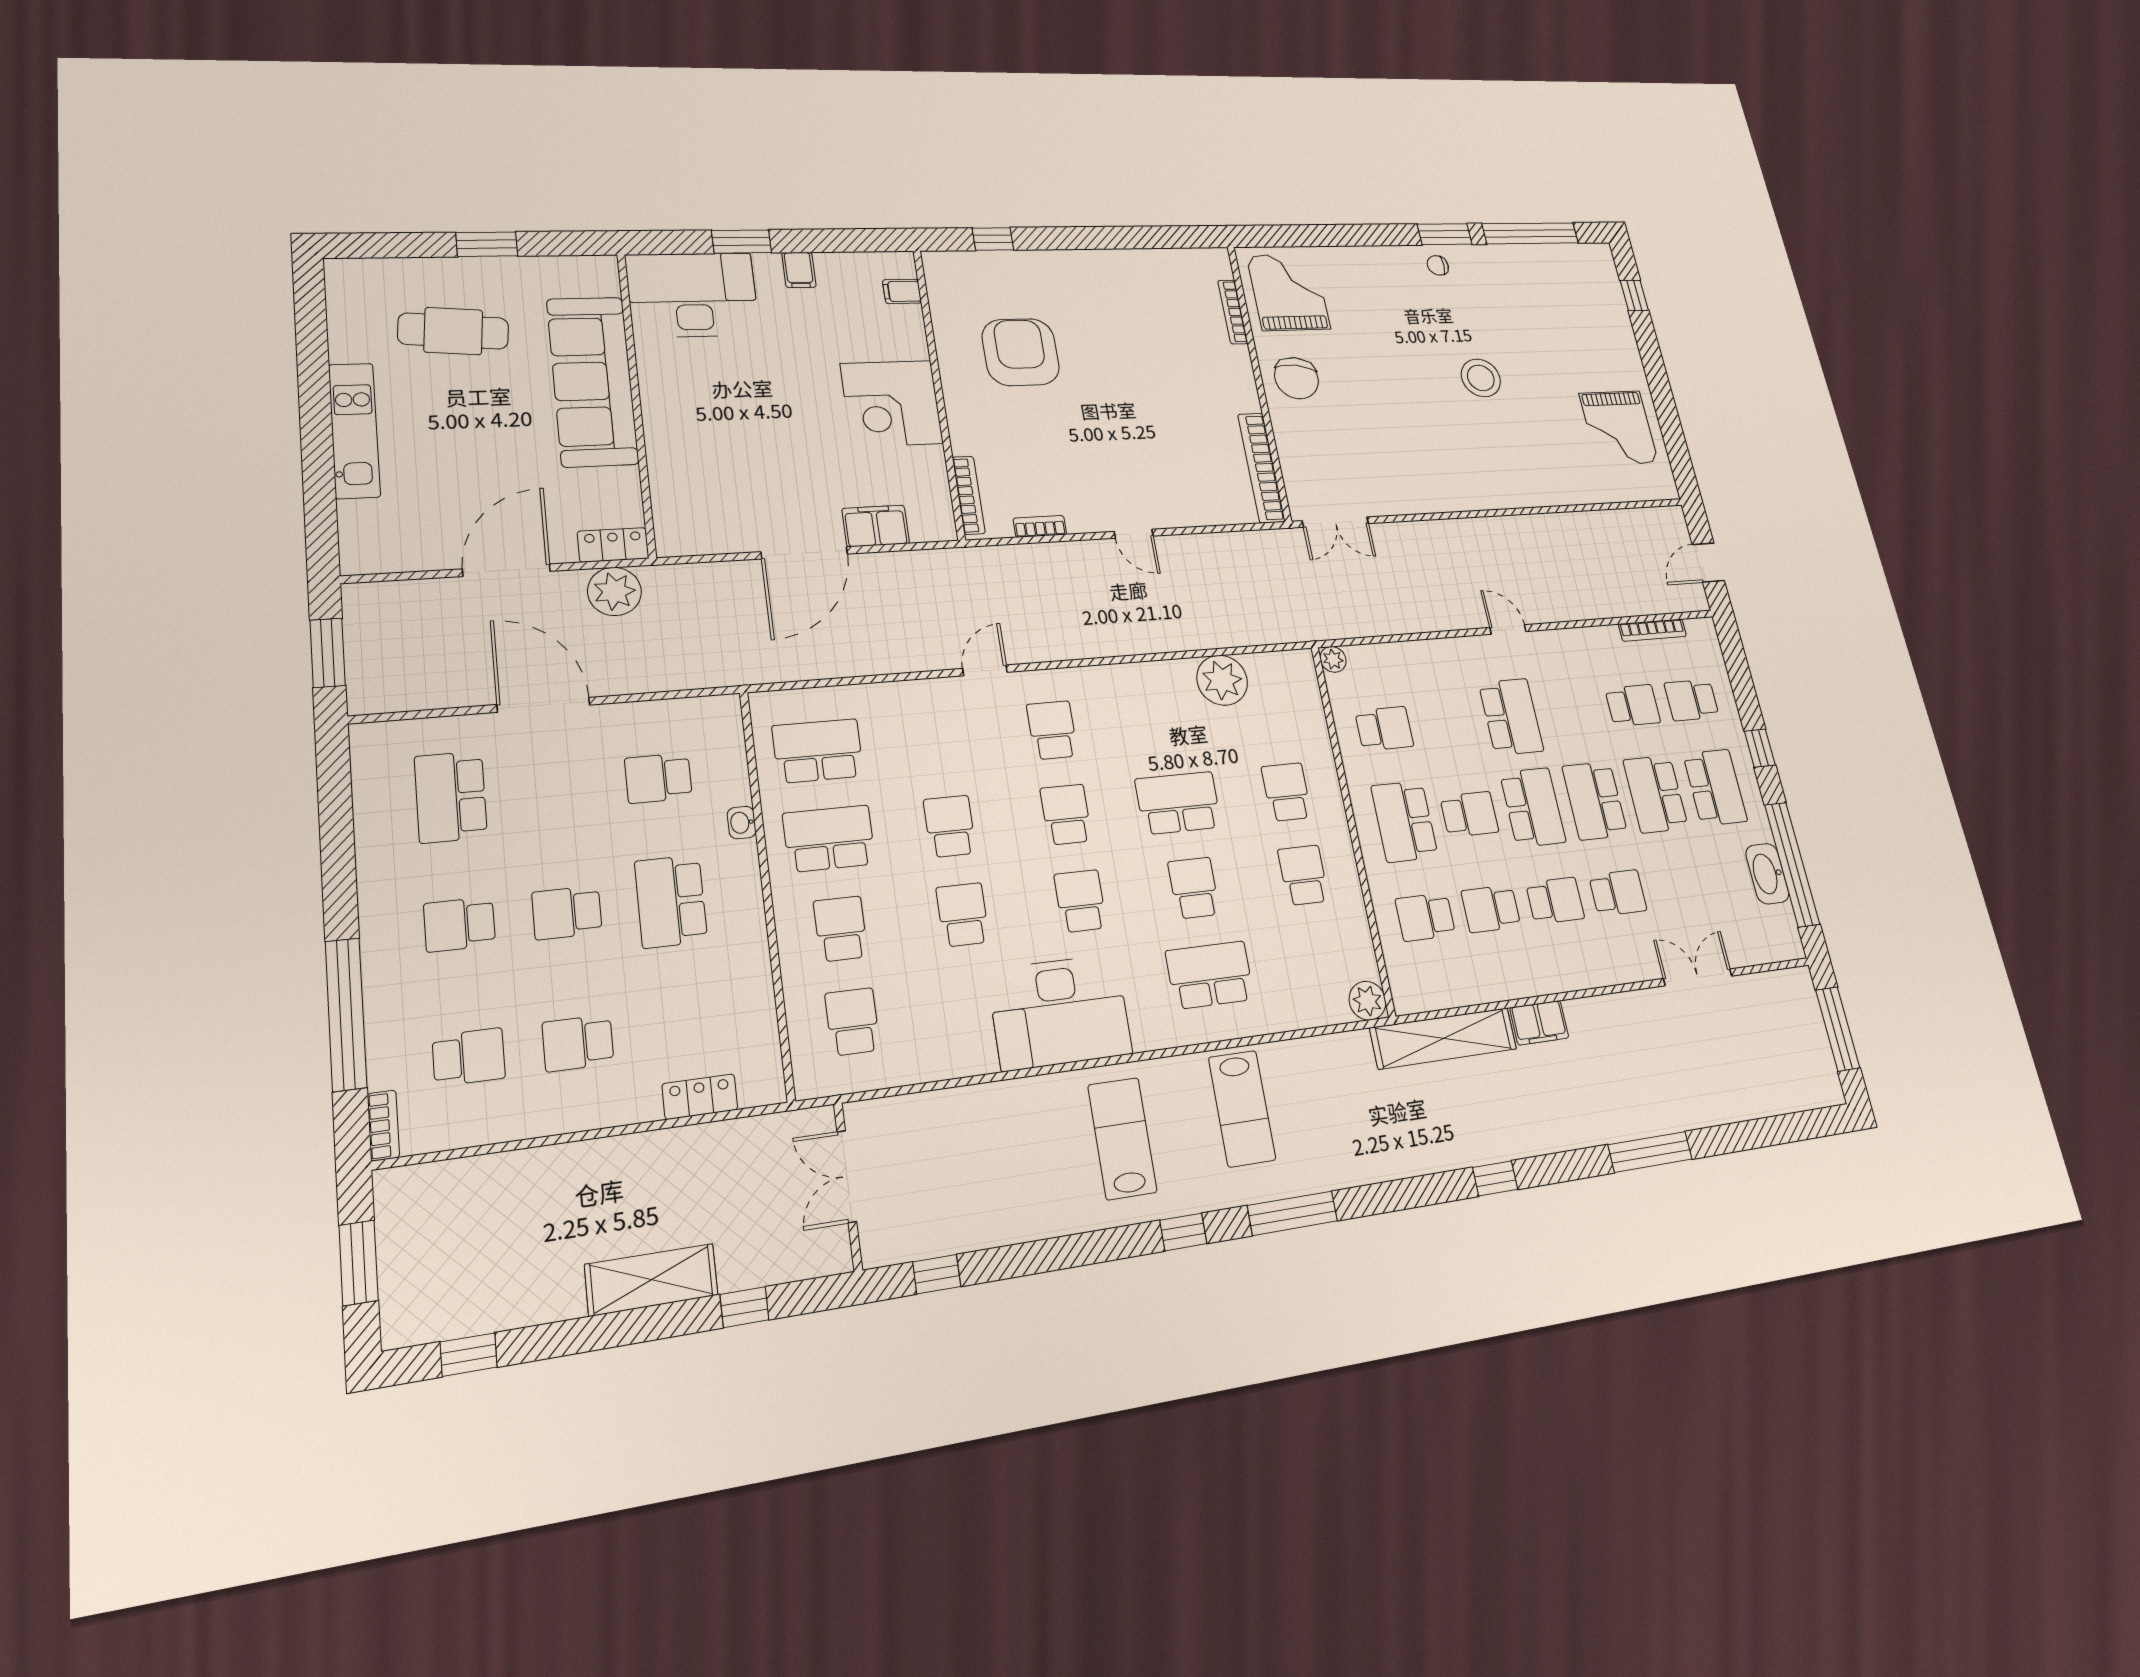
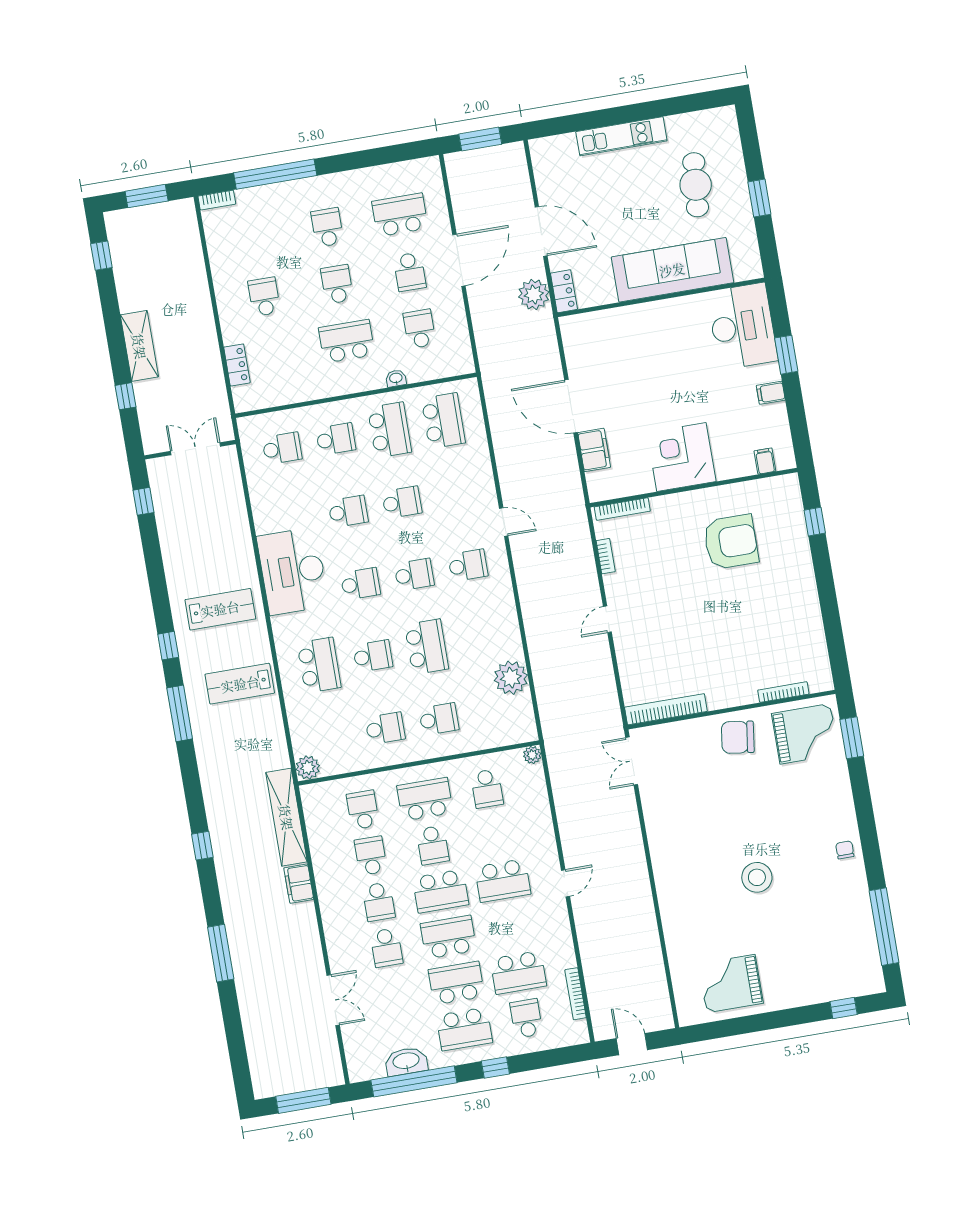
window: (1445, 234) -> (852, 738), moved
school desk: (1633, 705) -> (518, 972), width x1.85
school desk: (469, 1057) -> (410, 272), moved

